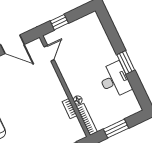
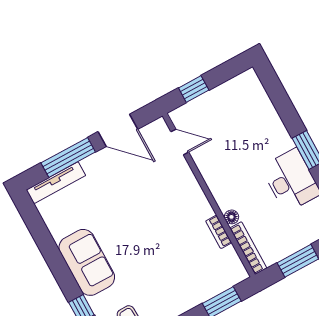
door: (49, 53) -> (180, 142), hinge flipped

